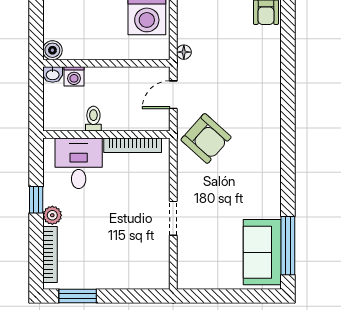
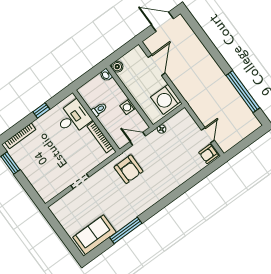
washing machine: (74, 76) -> (128, 107), moved
armchair: (206, 138) -> (129, 169), turned -42
plant: (52, 215) -> (40, 123), removed
window: (288, 246) -> (126, 230), moved

